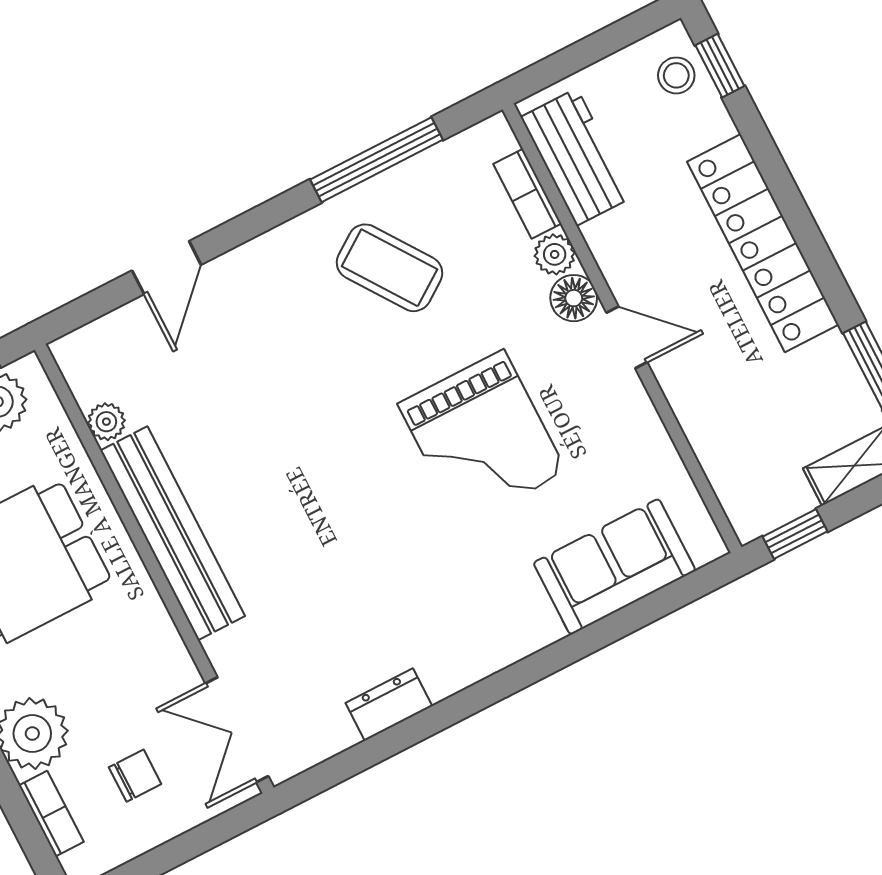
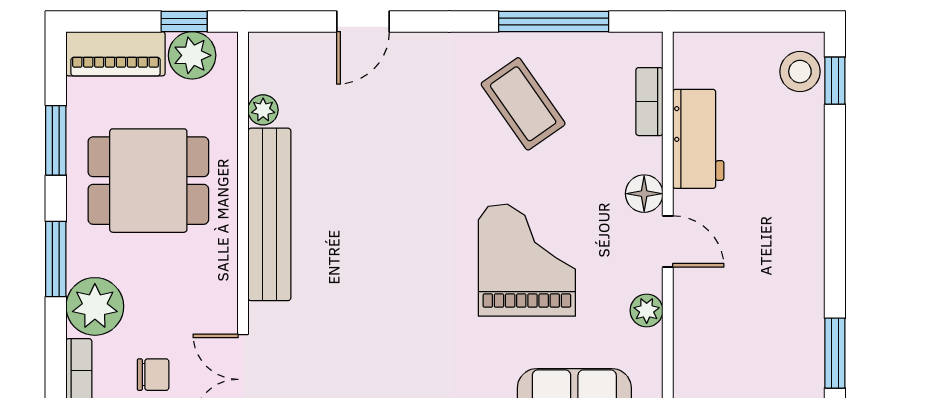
stool: (676, 75) -> (800, 72), width x1.37, depth x1.37
workbench: (577, 157) -> (698, 139), moved
locker: (763, 243) -> (800, 224), removed
plant: (555, 254) -> (647, 310), moved
grand piano: (482, 438) -> (527, 260), turned 180

